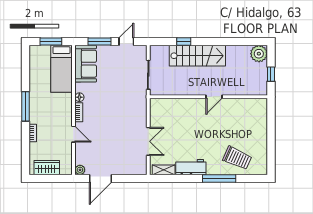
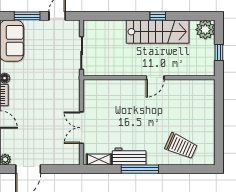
window: (184, 42) -> (158, 16), moved
stairs: (197, 56) -> (158, 32), moved
double door: (148, 141) -> (82, 128), swing flipped
window: (219, 179) -> (140, 169), moved

